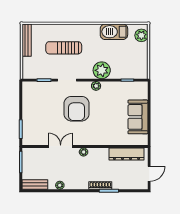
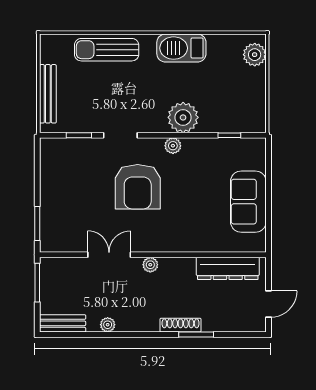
barbecue: (114, 32) -> (181, 48), moved
bench: (27, 40) -> (48, 94), moved
sun lounger: (64, 48) -> (107, 50), moved

